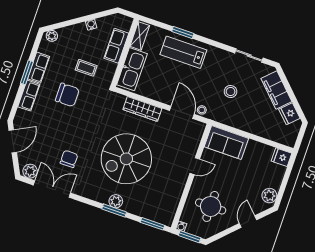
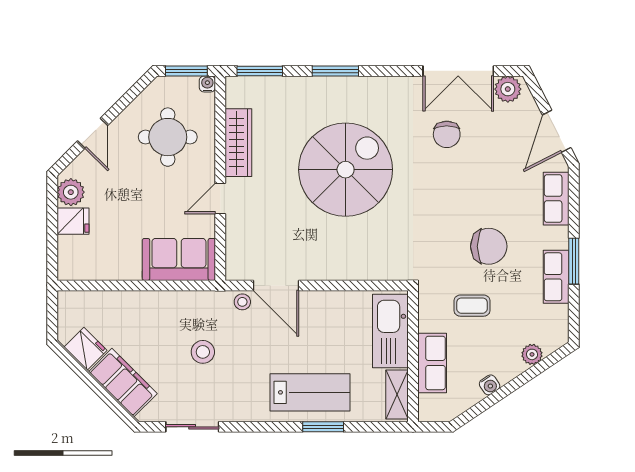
plant: (52, 36) -> (532, 354), moved
chair: (67, 95) -> (489, 246), turned 180
row of seats: (29, 96) -> (556, 199), moved
wardrobe: (142, 109) -> (238, 143), moved, turned 90
fridge: (281, 157) -> (73, 221), moved
plant: (116, 201) -> (338, 88), removed

